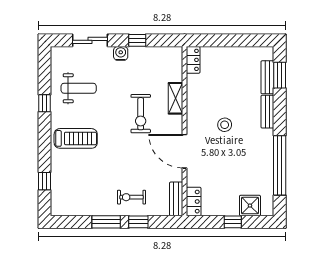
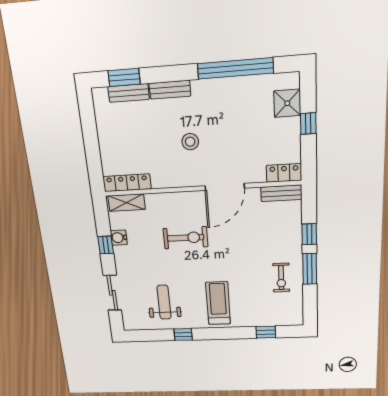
water cooler: (121, 53) -> (119, 238), moved
locker: (193, 60) -> (127, 183), width x1.53
shelving: (176, 98) -> (127, 203), moved
exercise bike: (131, 197) -> (281, 278), moved

